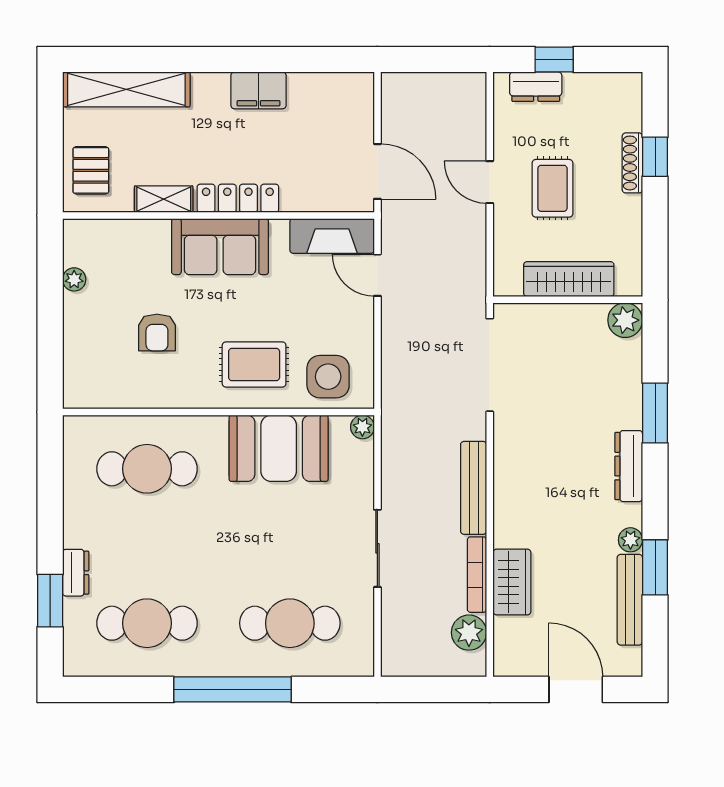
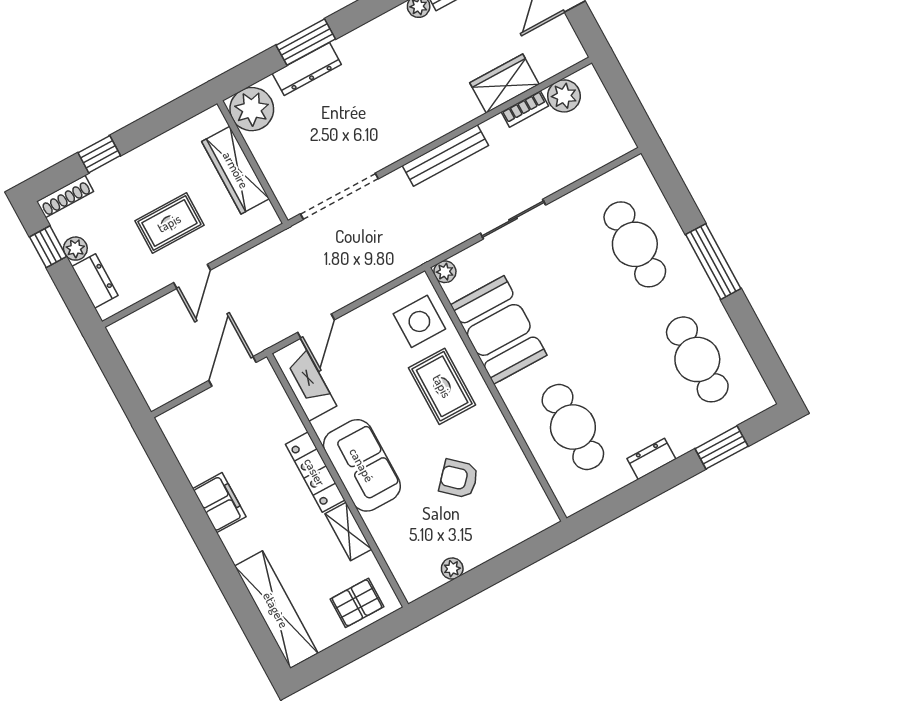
window: (554, 60) -> (48, 247), moved
plant: (577, 85) -> (75, 249), added
shoe rack: (632, 163) -> (65, 196), moved
plant: (625, 320) -> (252, 109), width x1.36, depth x1.36
armchair: (157, 332) -> (459, 479), turned -138
dresser: (629, 466) -> (307, 69), moved
sliding door: (377, 548) -> (513, 219), moved
dresser: (76, 573) -> (651, 459), moved
bookcase: (477, 575) -> (525, 109), width x0.64
window: (233, 689) -> (713, 262), width x0.68

